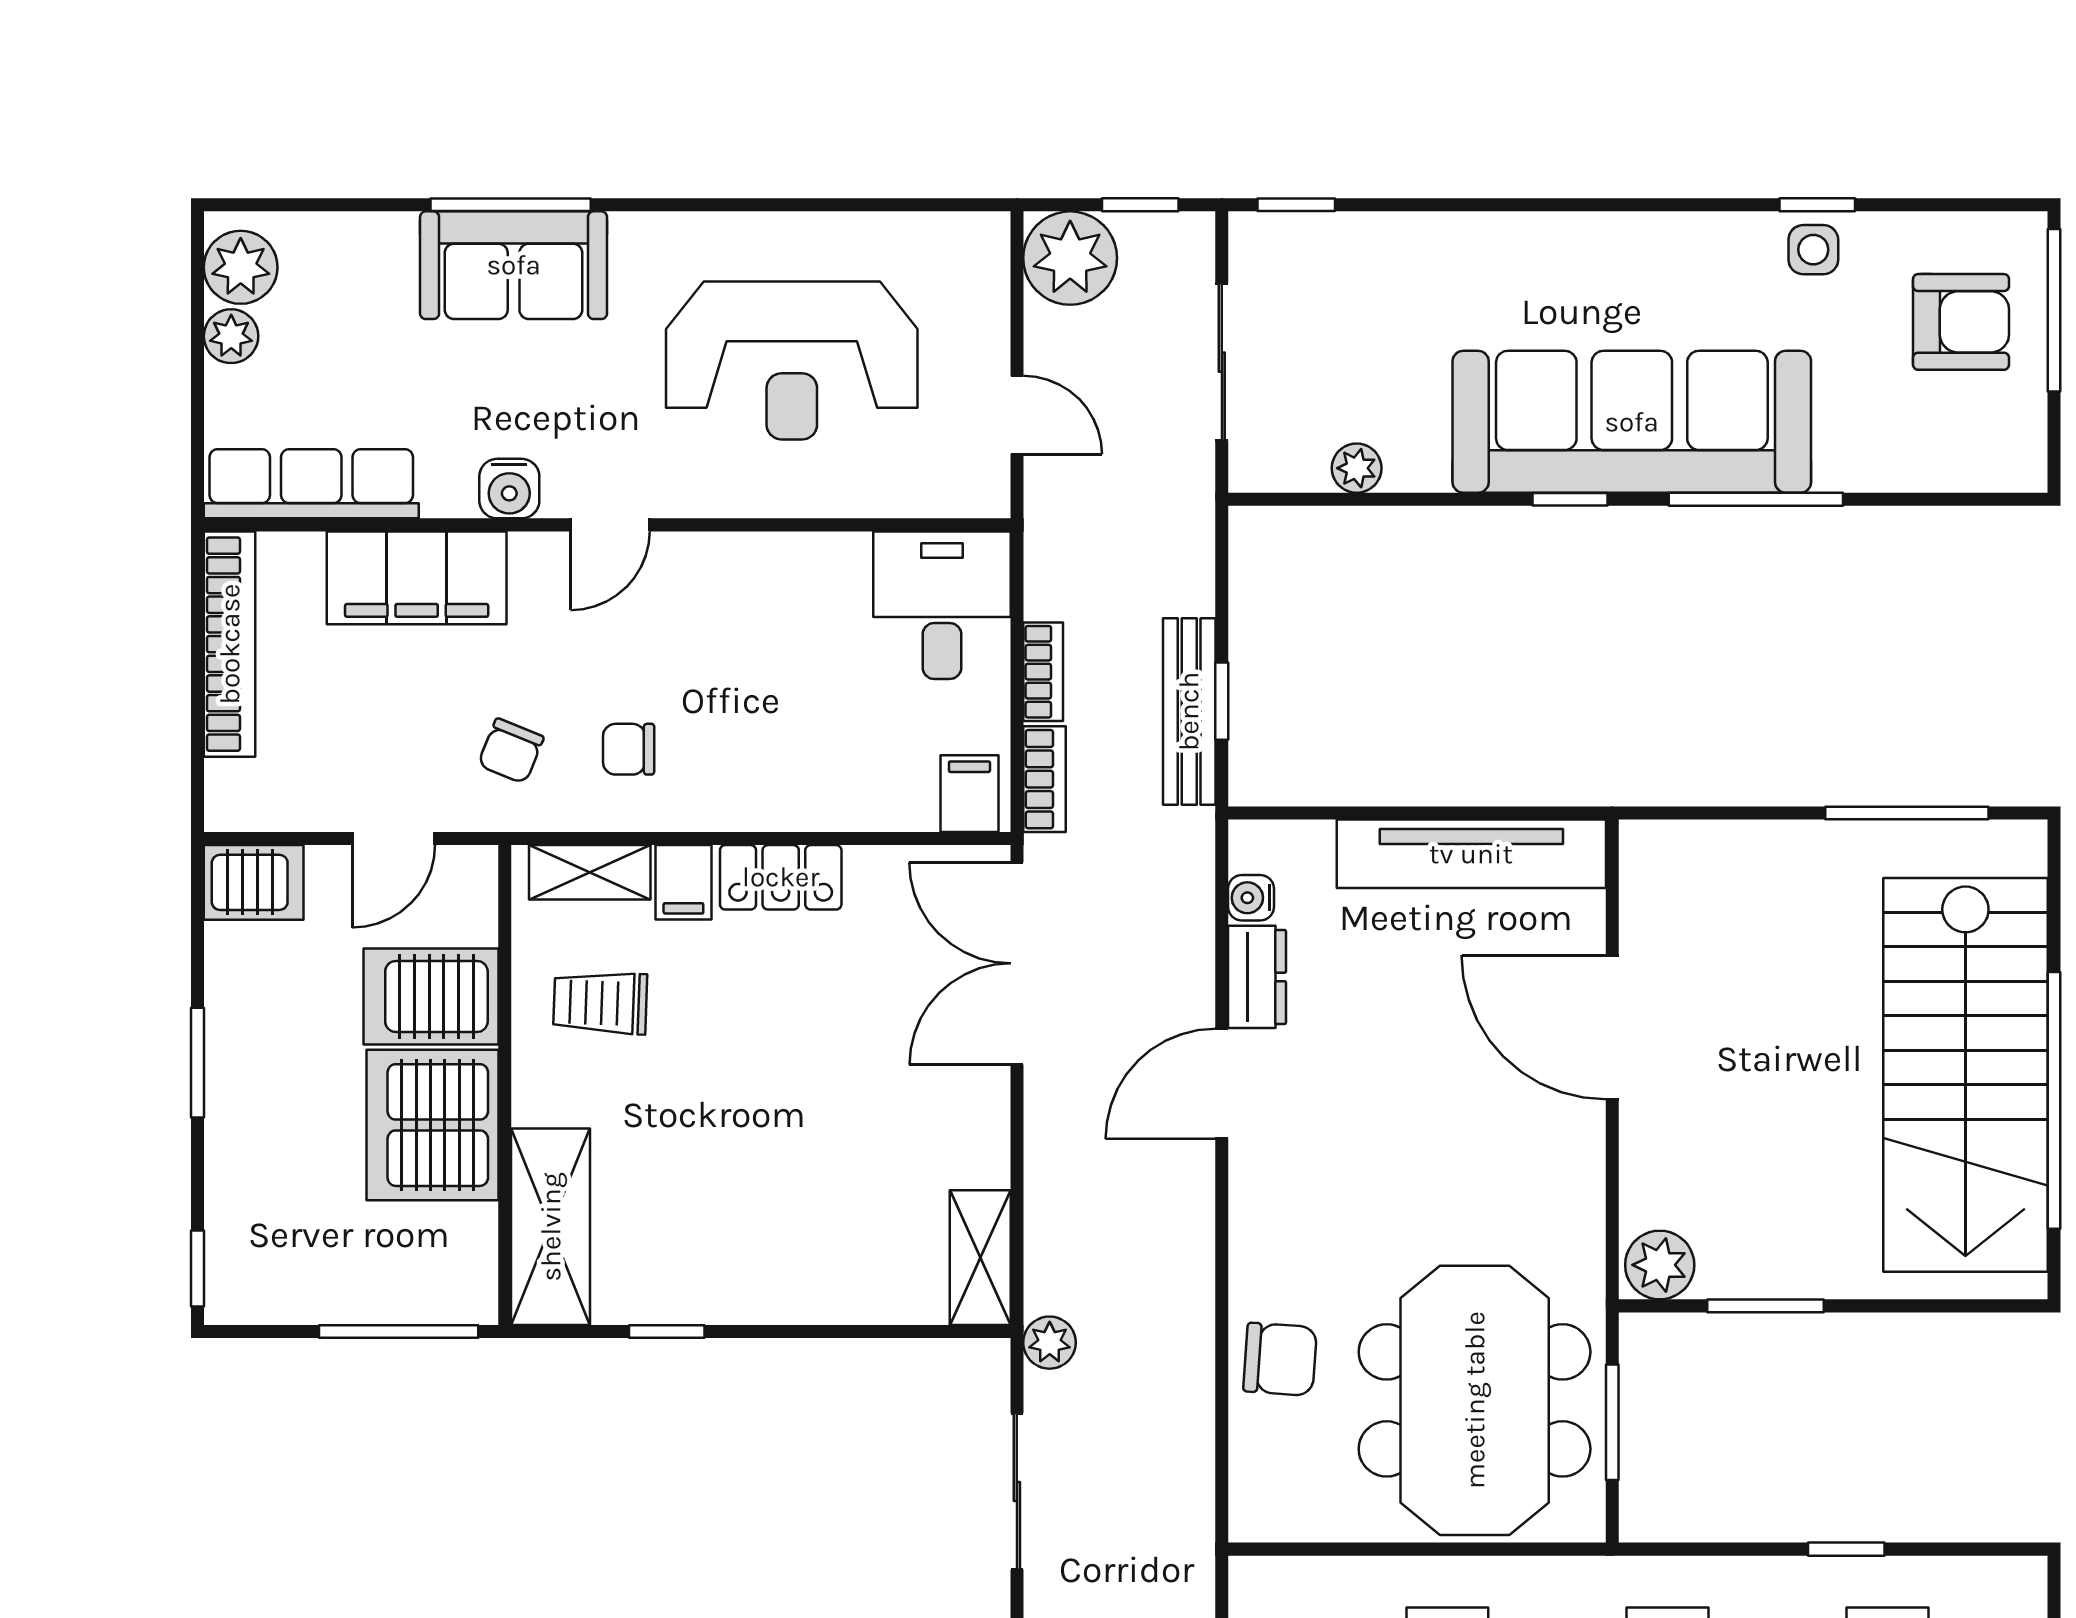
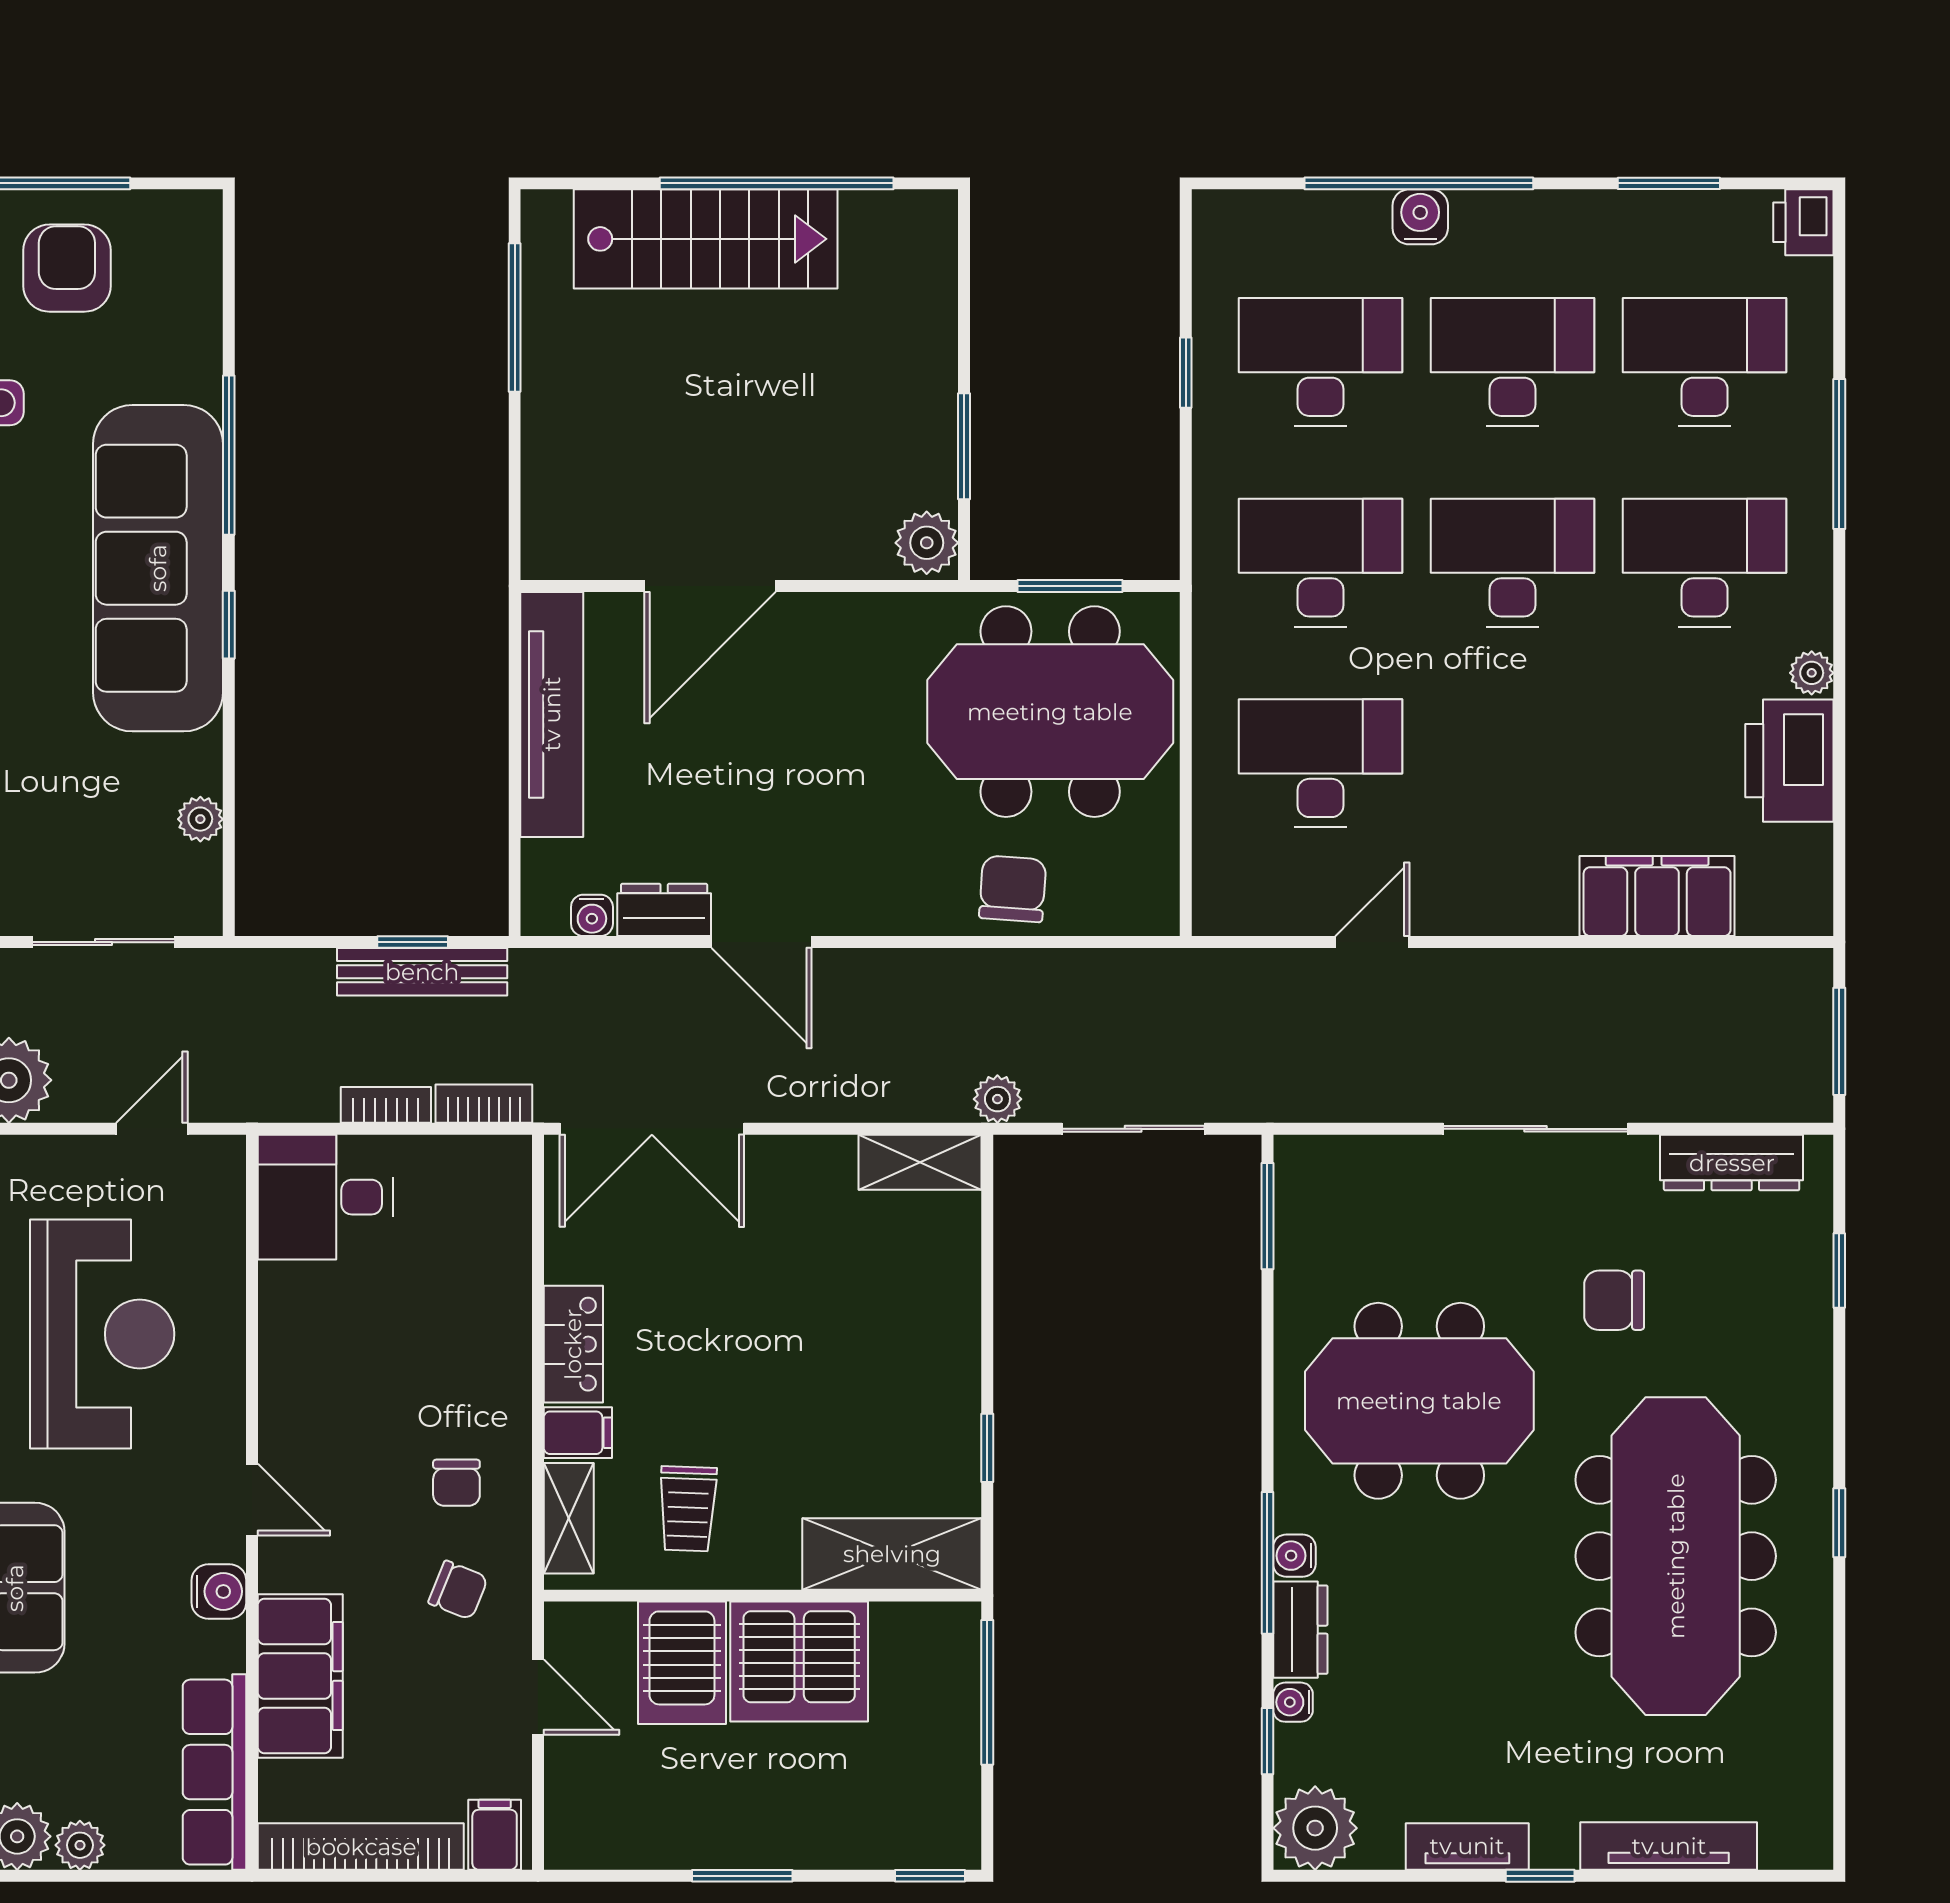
filing cabinet: (969, 794) -> (495, 1835), moved, turned 90
server rack: (254, 882) -> (578, 1825), removed
stairs: (1965, 1075) -> (706, 239), width x0.73, depth x0.66

